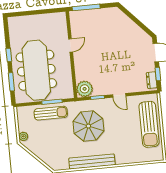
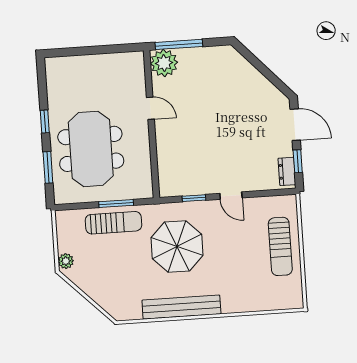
door: (71, 45) -> (150, 108), hinge flipped
meeting table: (36, 70) -> (91, 149), width x0.73
plant: (85, 89) -> (164, 63), moved
sun lounger: (149, 124) -> (280, 246), width x0.73, depth x0.75

